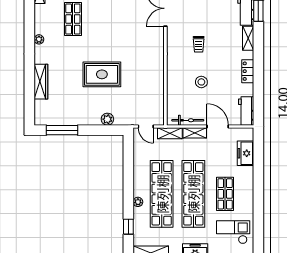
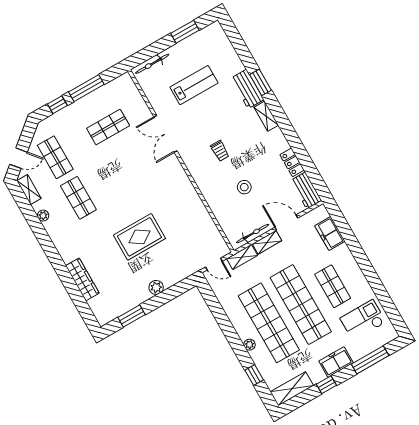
plant: (39, 39) -> (43, 216), moved
locker: (248, 71) -> (292, 162), moved
plant: (107, 119) -> (156, 287), moved
window: (62, 130) -> (132, 316), width x0.69

